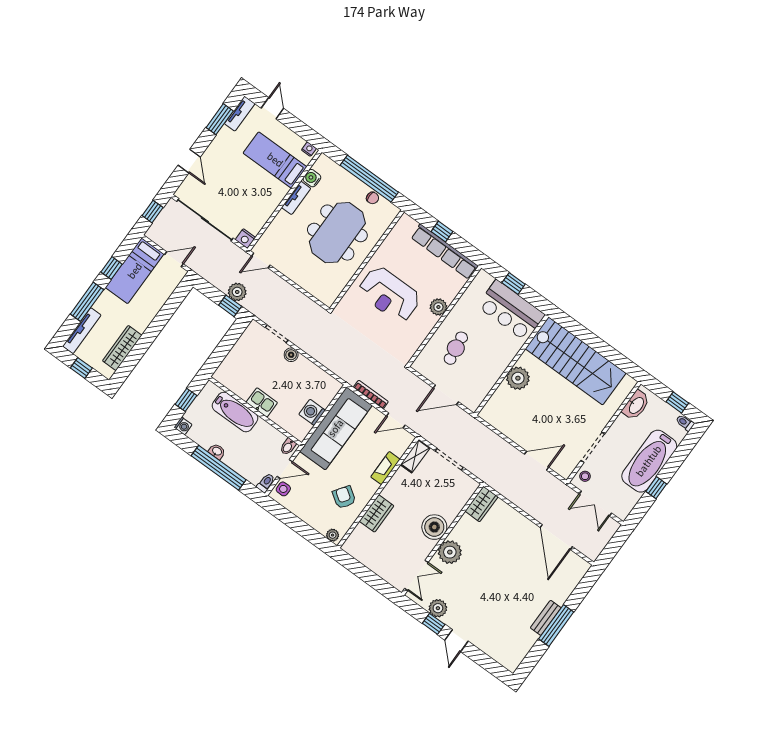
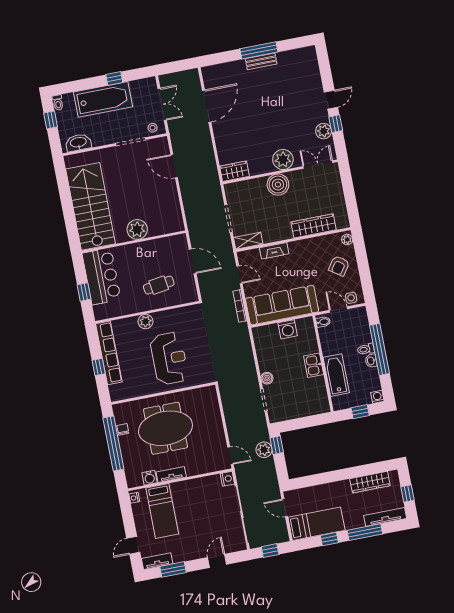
toilet: (266, 483) -> (366, 349), moved
armchair: (344, 497) -> (339, 266), moved
wardrobe: (377, 513) -> (314, 226), width x1.50

